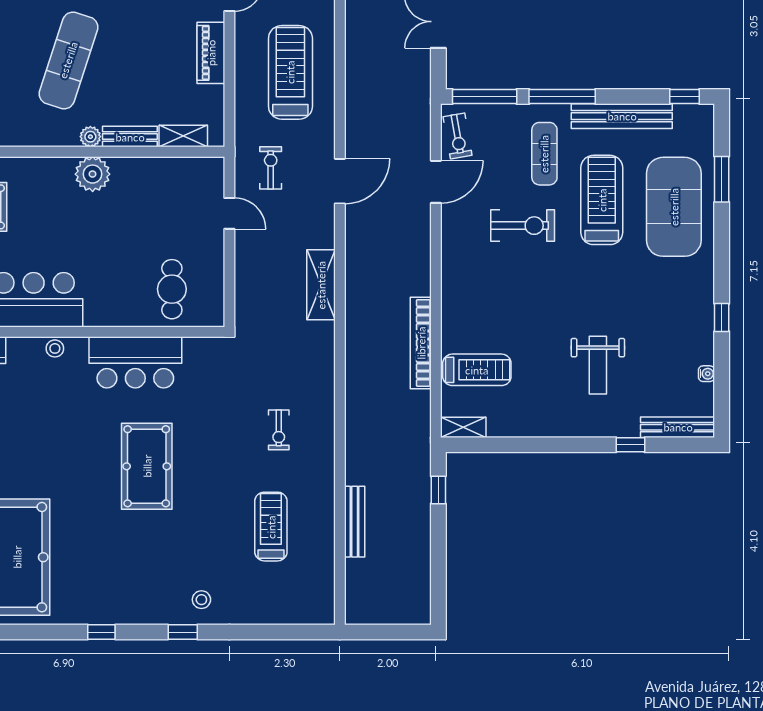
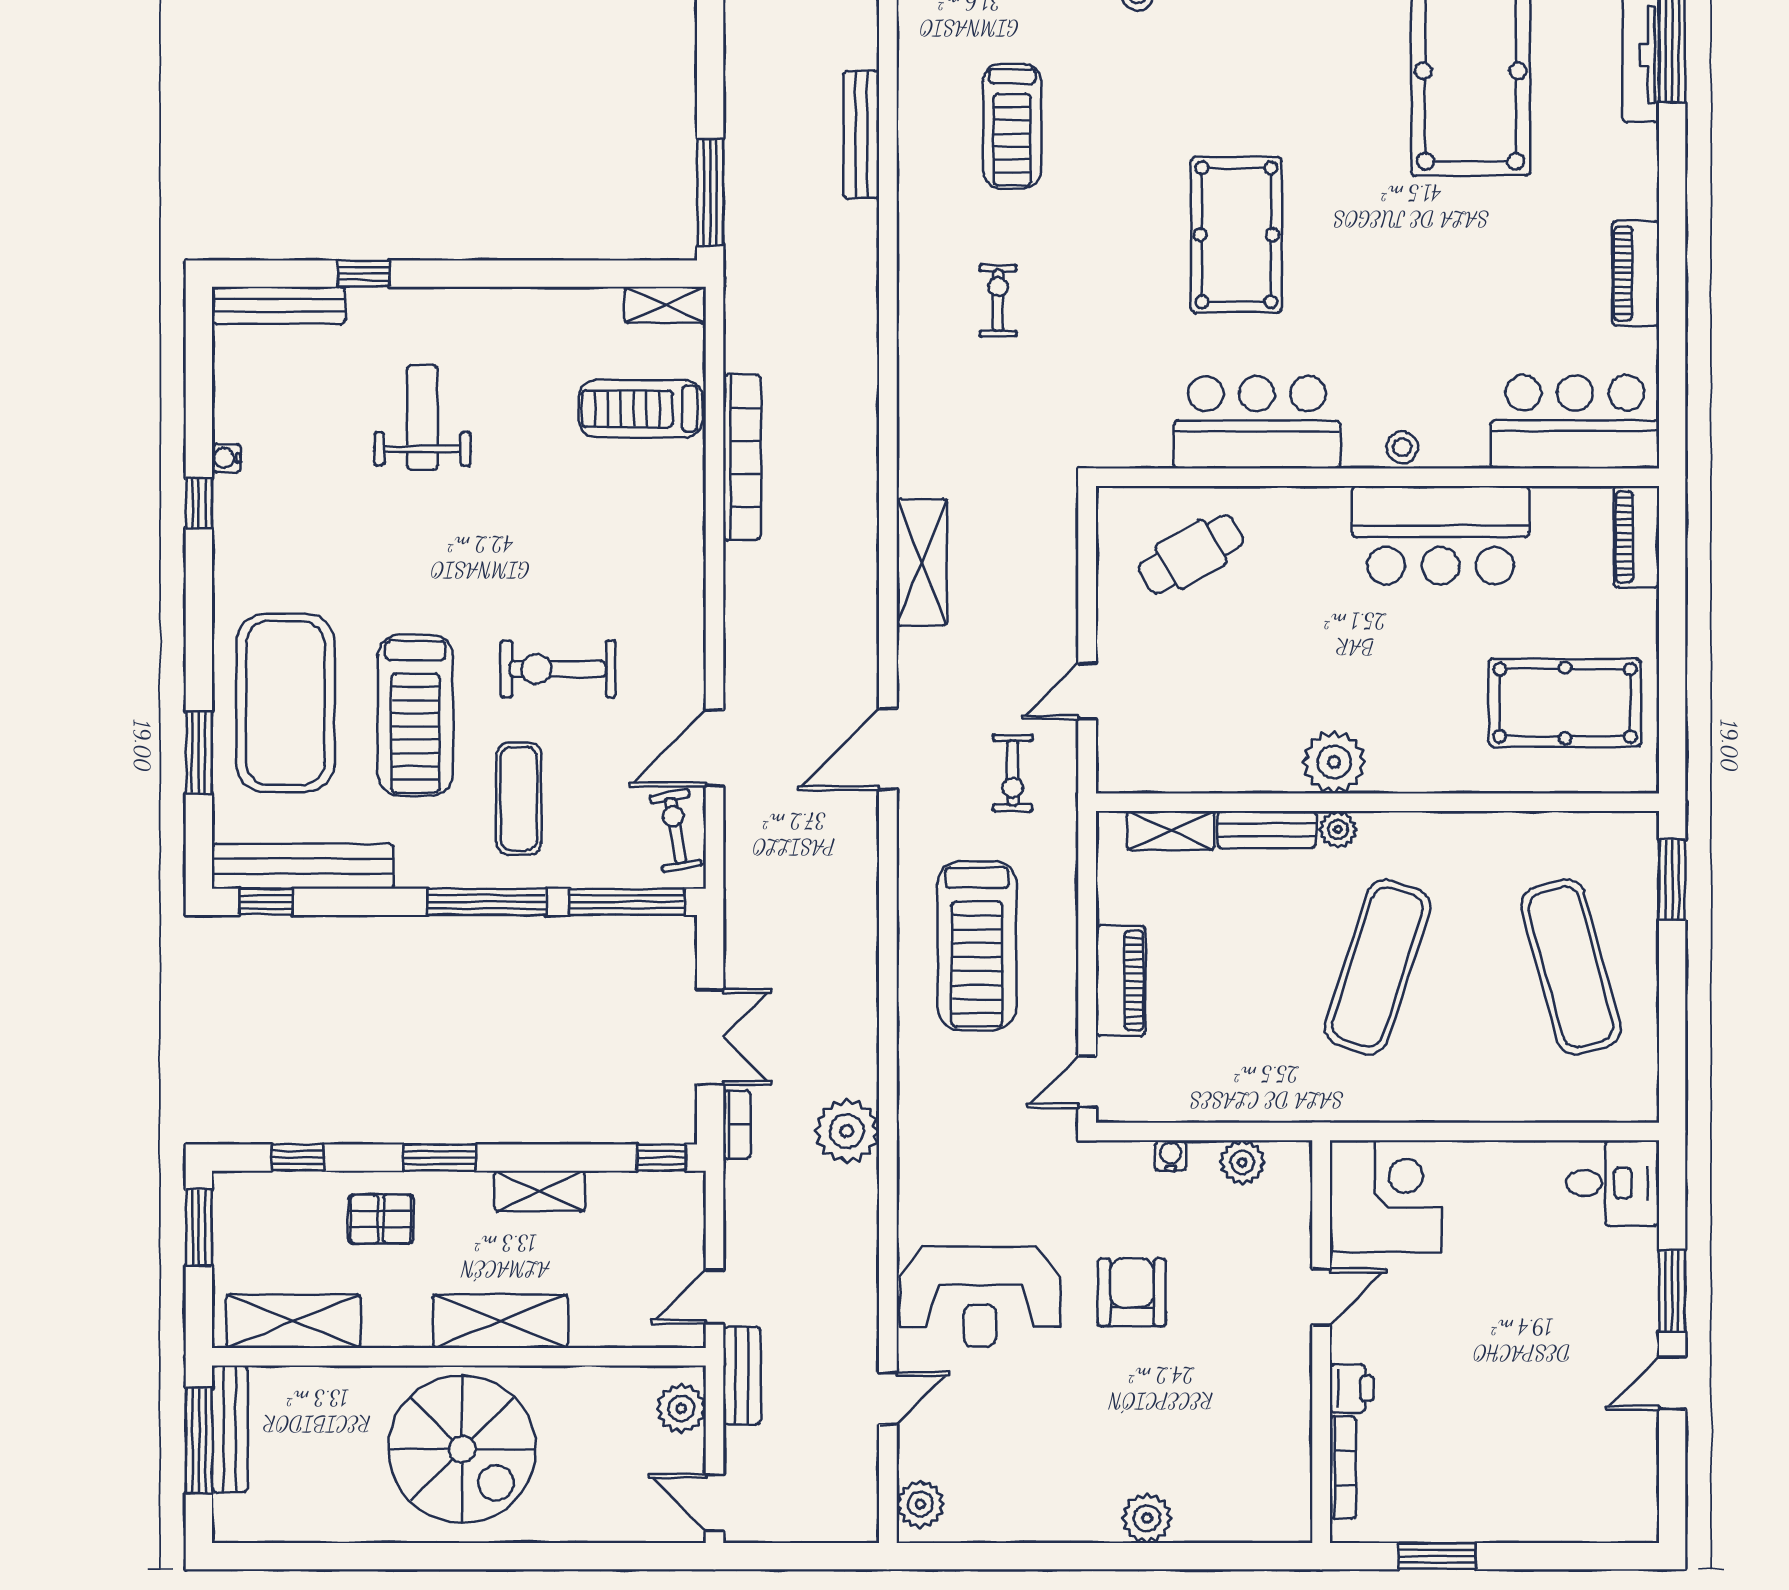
bench: (622, 116) -> (303, 866), moved
door: (229, 213) -> (1087, 691), hinge flipped
cafe table: (172, 289) -> (1191, 554), turned 60
water cooler: (706, 374) -> (226, 458), moved
window: (438, 490) -> (710, 192), width x2.17

